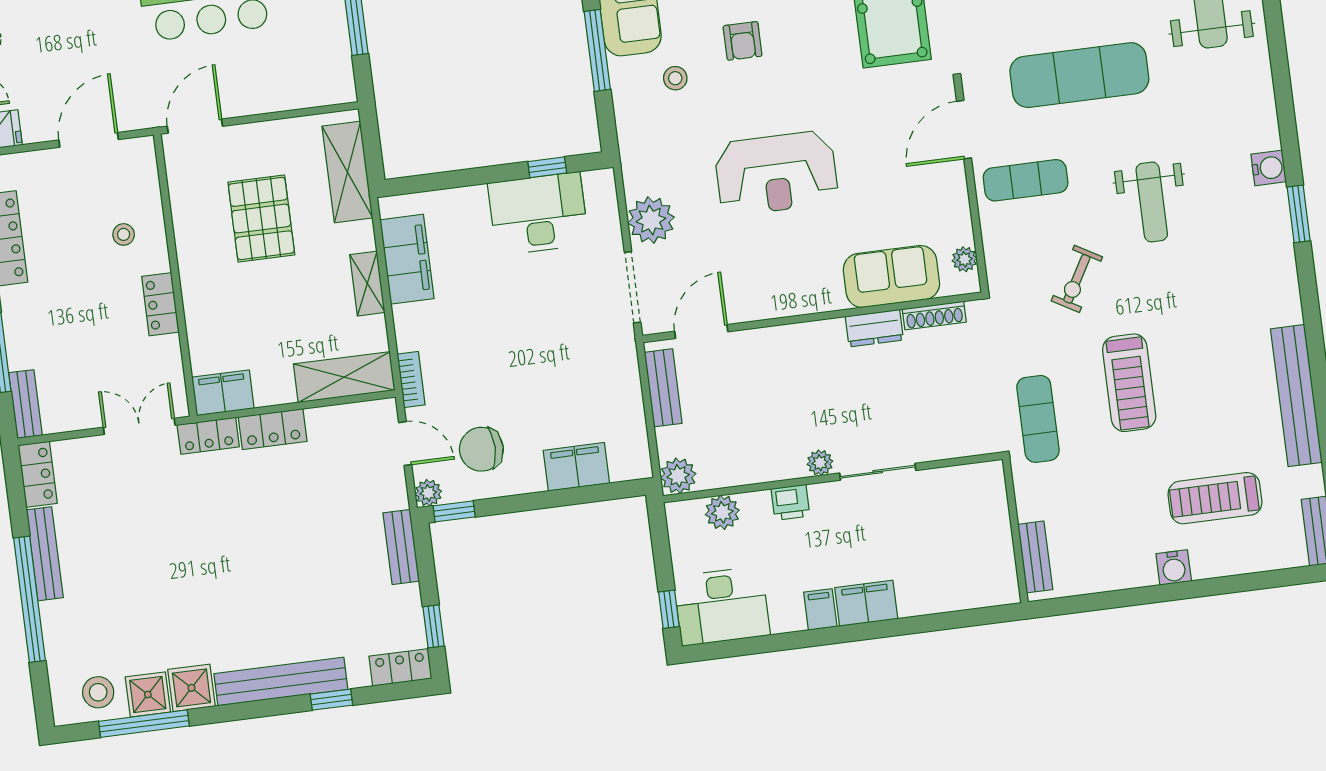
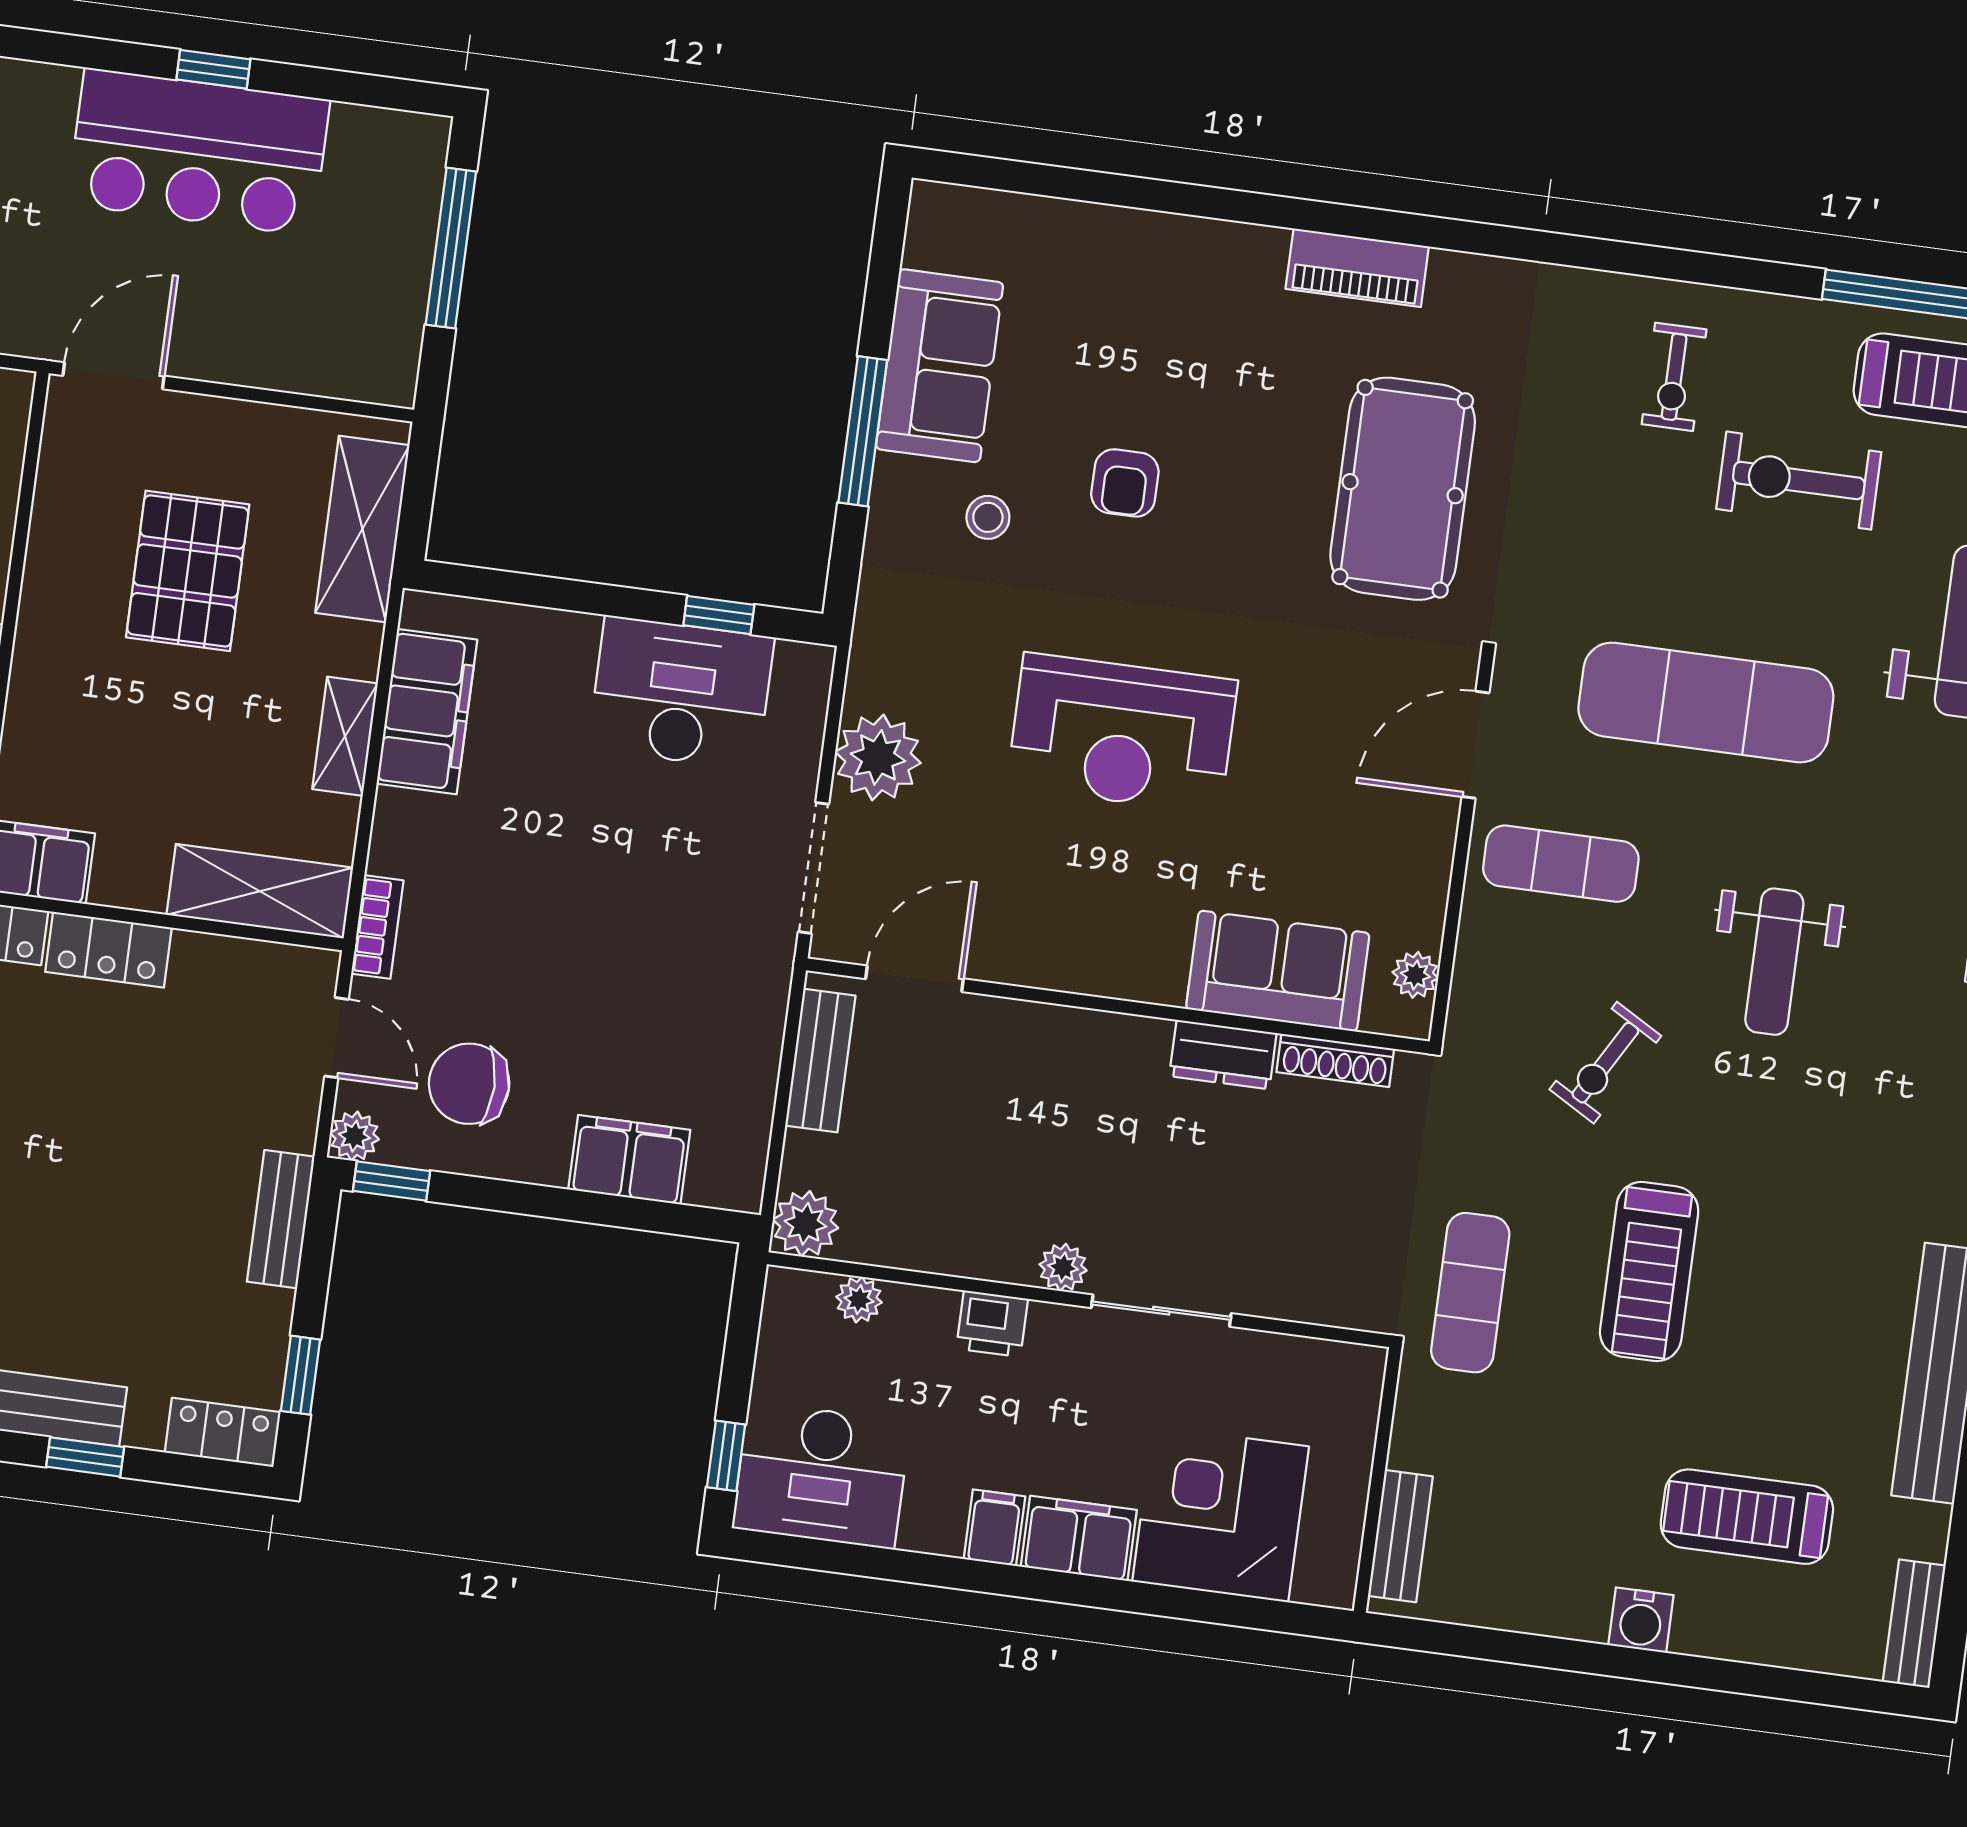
plant: (722, 512) -> (859, 1300), width x0.73, depth x0.73
corner desk: (937, 571) -> (1221, 1514), added

